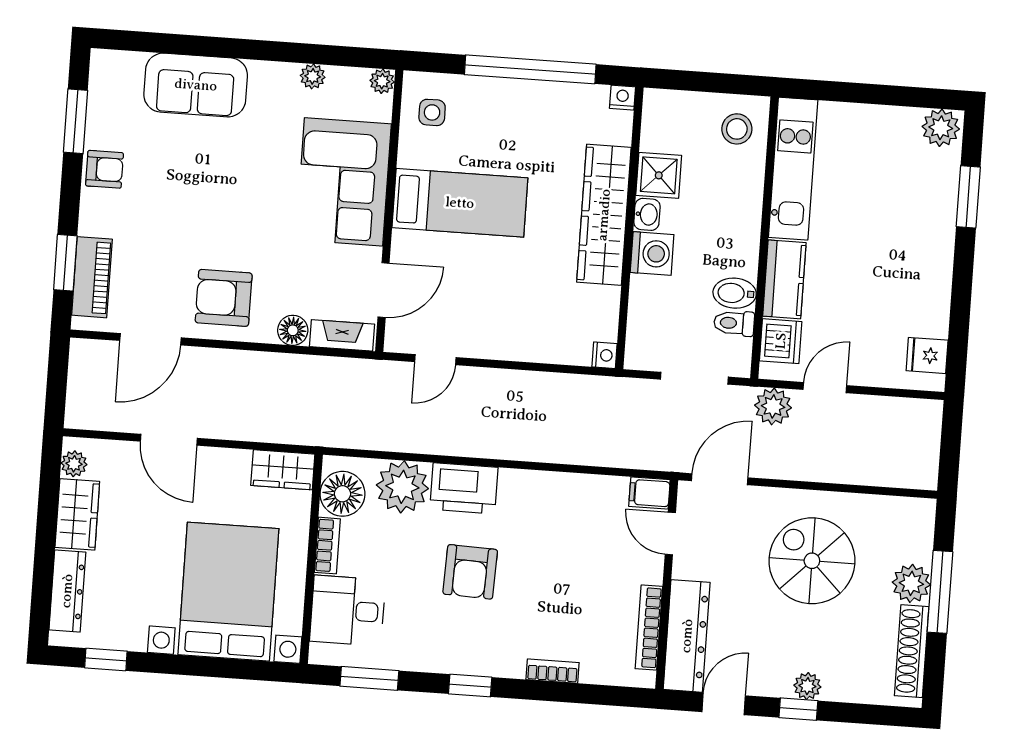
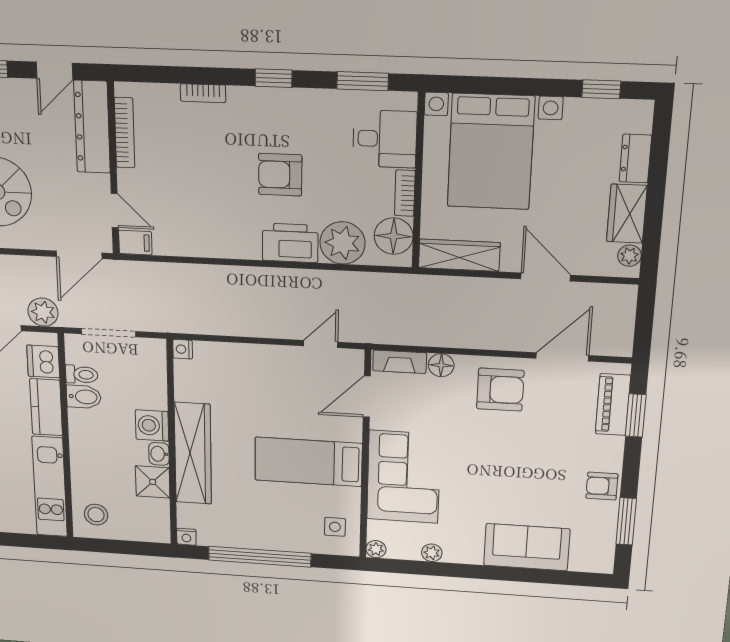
wardrobe: (283, 470) -> (459, 255), width x1.50
armchair: (470, 572) -> (280, 175), turned -92
dresser: (67, 591) -> (635, 159), width x0.70

